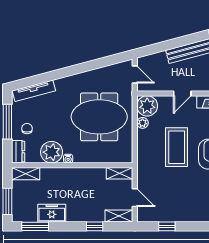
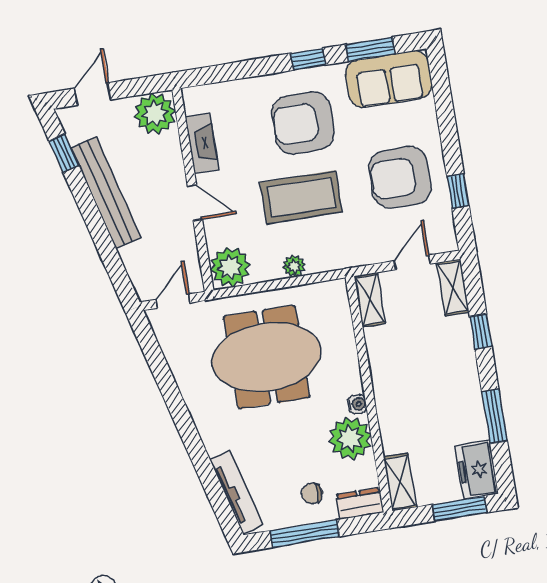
meeting table: (99, 117) -> (267, 357), turned 90
plant: (142, 123) -> (294, 266), moved
armchair: (178, 198) -> (400, 177), added
freezer: (52, 213) -> (477, 470), moved
window: (35, 226) -> (494, 416), moved

